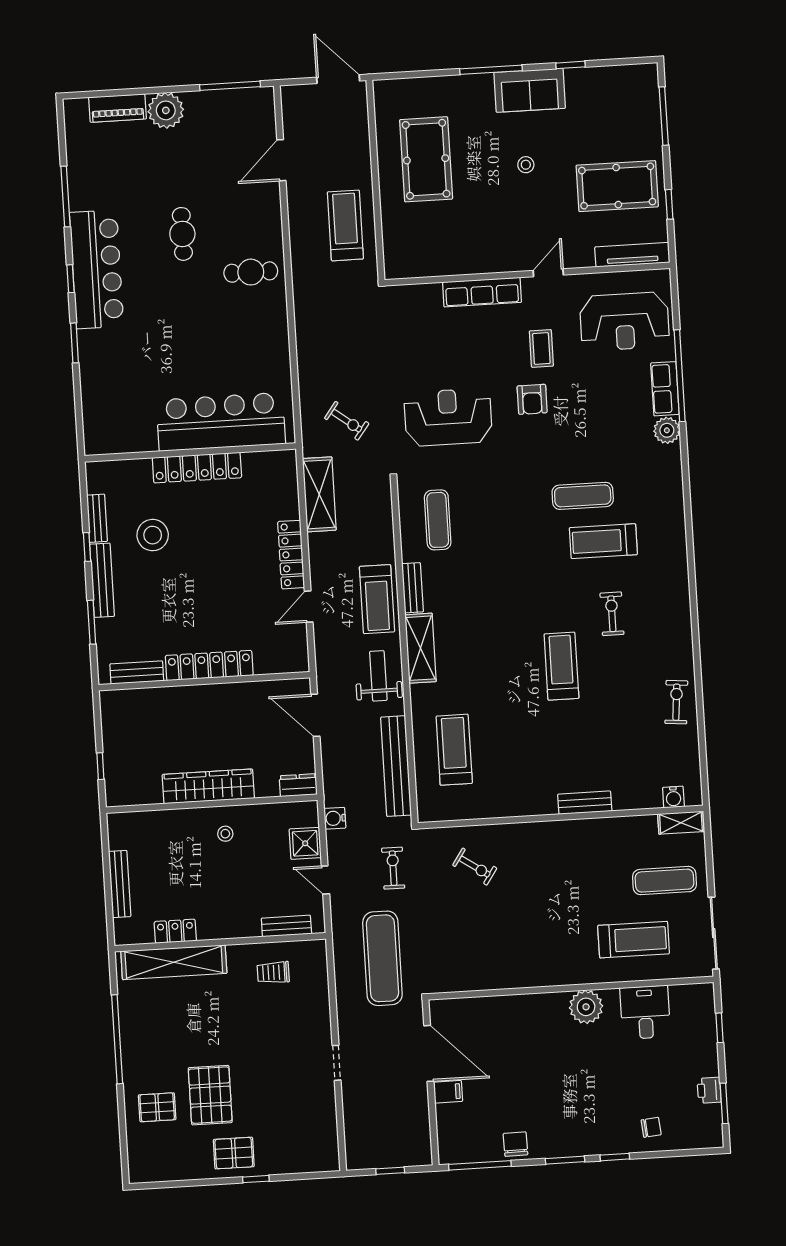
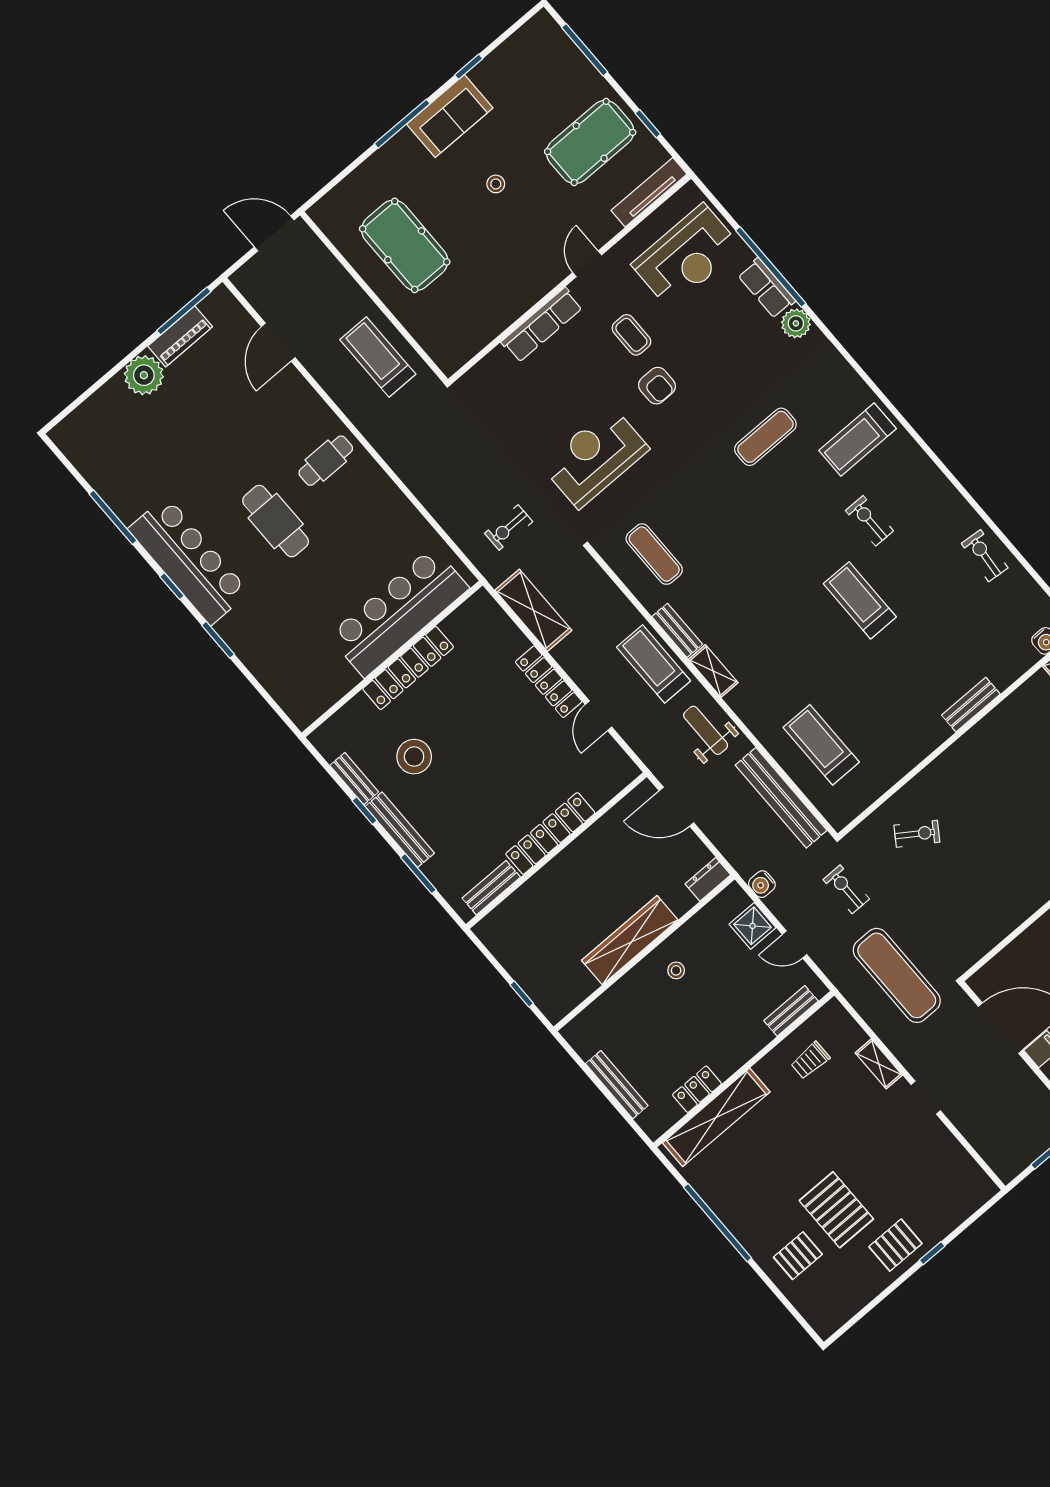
piano: (118, 108) -> (180, 336), moved
cafe table: (182, 234) -> (276, 521), moved, width x1.37, depth x1.35
exercise bike: (347, 421) -> (509, 527), turned 143
treadmill: (603, 541) -> (857, 440), moved
treadmill: (377, 599) -> (654, 664), turned 180
shelving: (421, 648) -> (713, 671), width x0.67, depth x0.75
shelving: (321, 1013) -> (879, 1064), added

